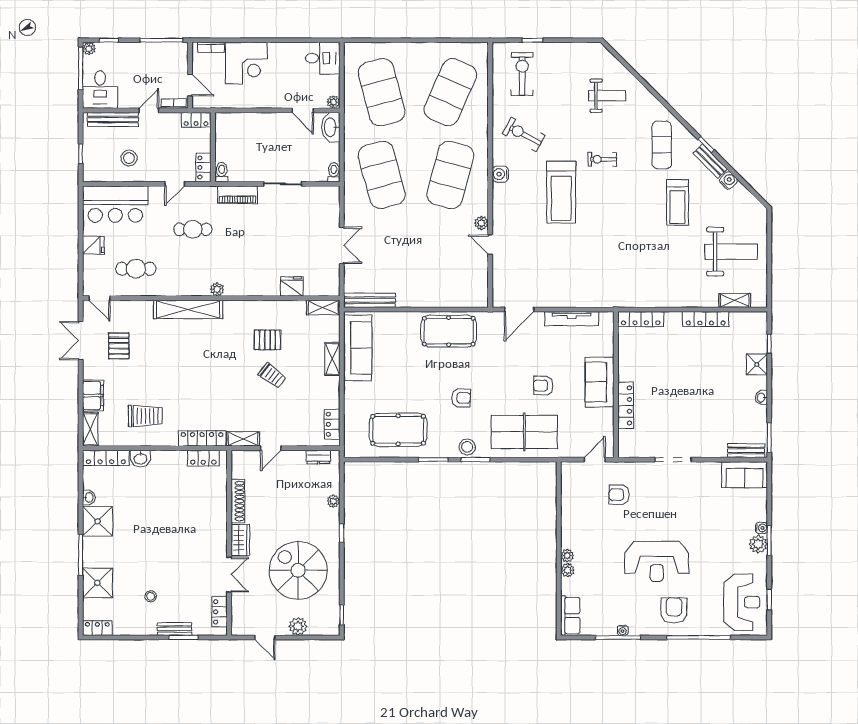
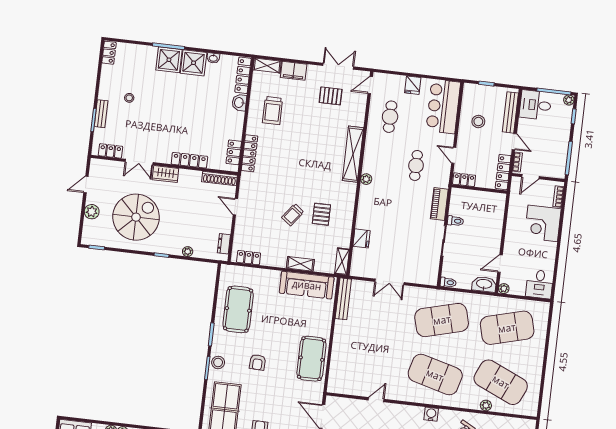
locker: (196, 120) -> (503, 172), width x1.53
toilet: (222, 172) -> (455, 221), moved
plant: (481, 223) -> (486, 405), moved
shelving: (243, 439) -> (245, 186), removed
shoe rack: (238, 501) -> (220, 179), moved
locker: (220, 512) -> (189, 160), added
shower: (97, 583) -> (169, 60), moved

